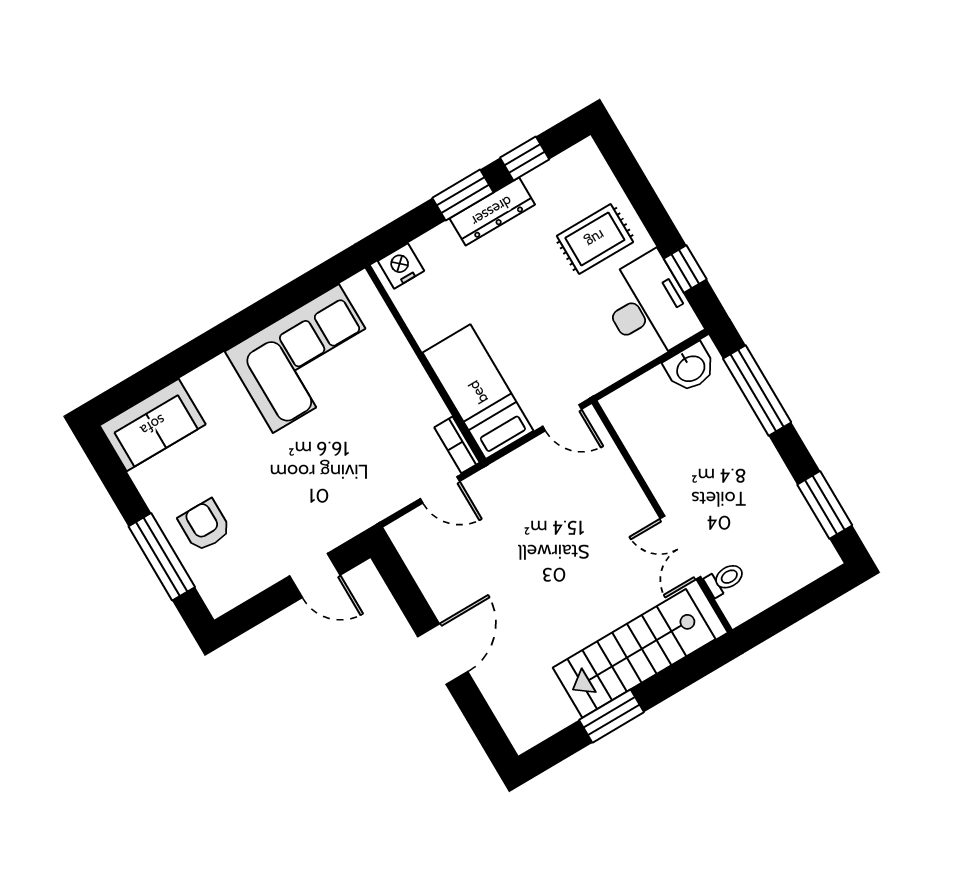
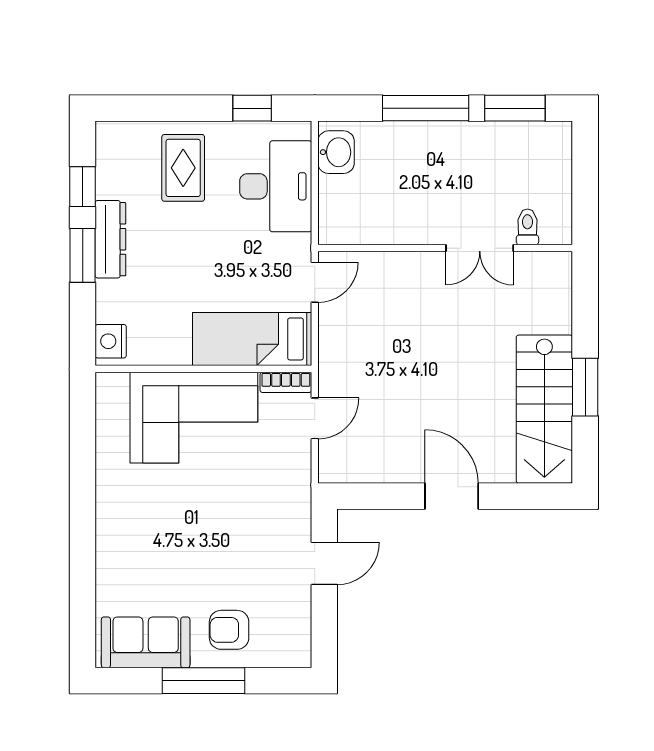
desk: (649, 307) -> (276, 186), moved, turned 90
corner sofa: (306, 358) -> (194, 418), moved, turned 90
window: (757, 391) -> (426, 108), moved
sofa: (153, 425) -> (146, 642), moved, turned -90
window: (162, 557) -> (203, 681), moved
stairs: (634, 653) -> (544, 409), moved

